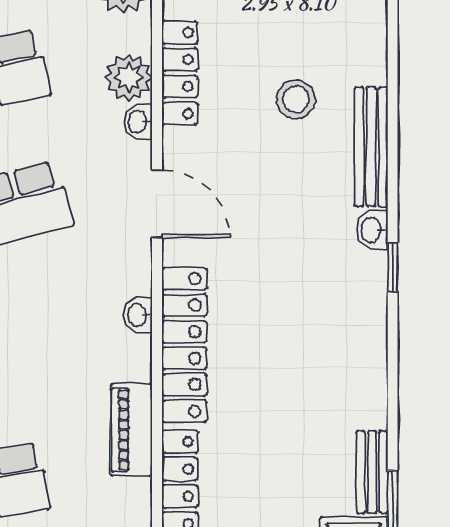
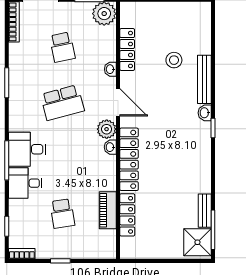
plant: (129, 78) -> (107, 129), moved
piano: (132, 430) -> (108, 210), moved

